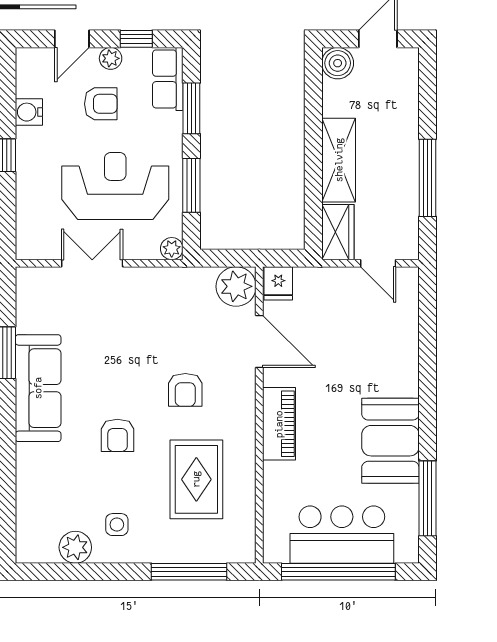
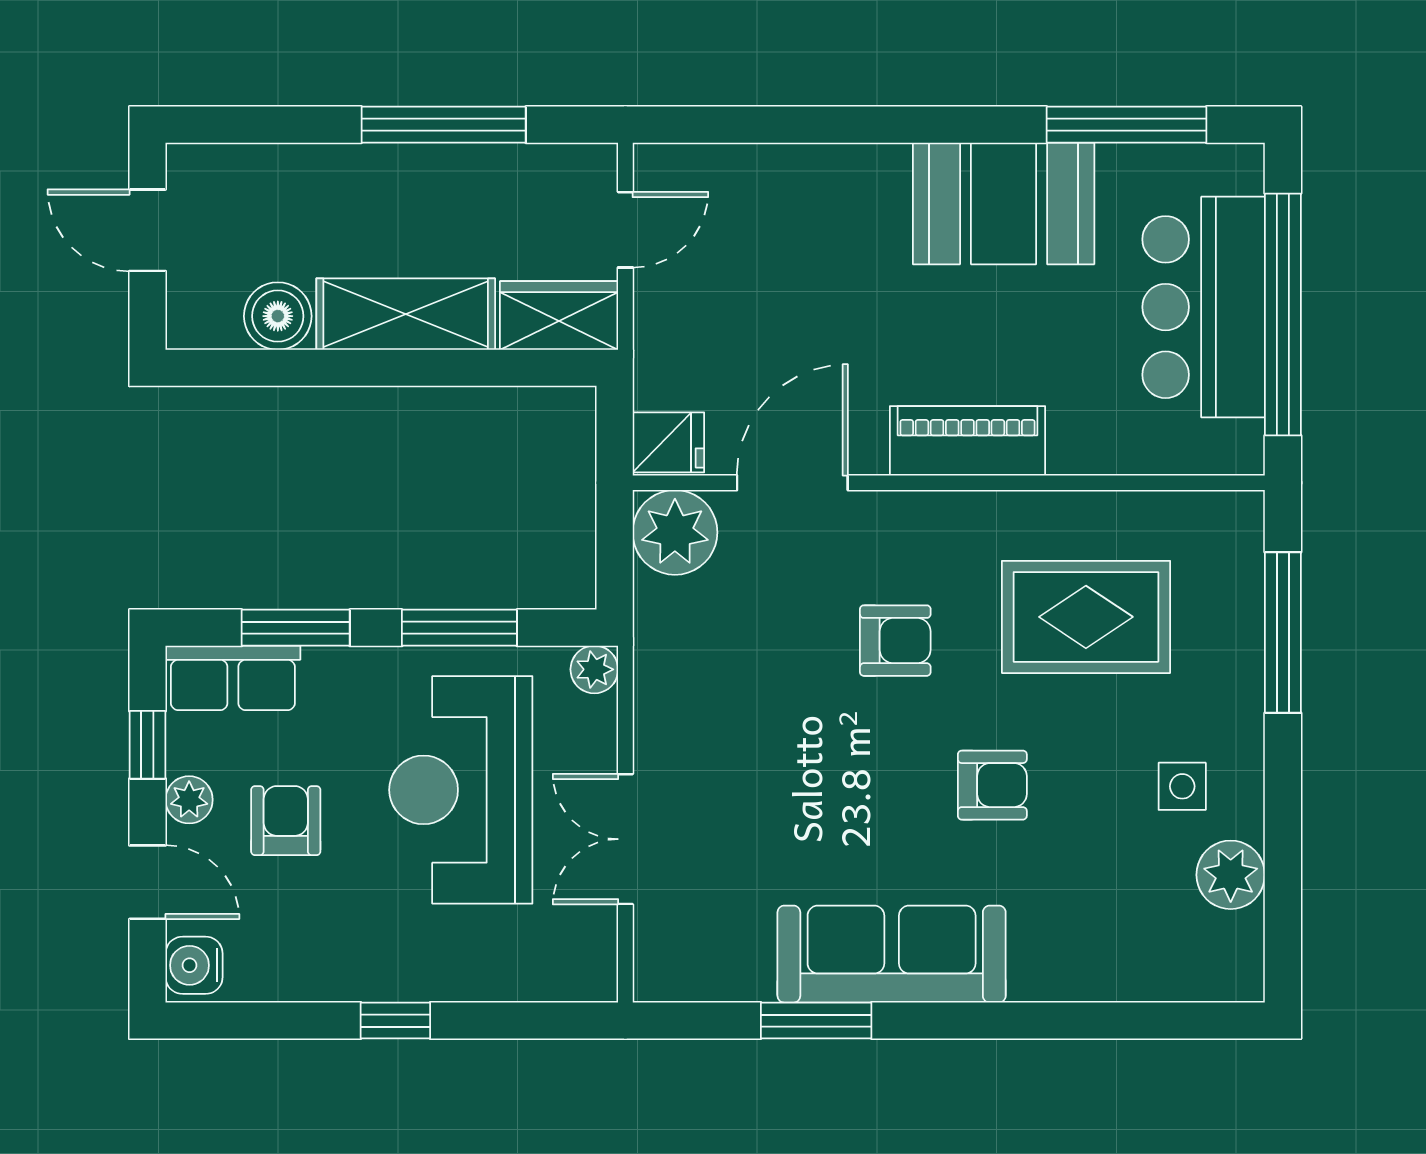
boiler: (338, 63) -> (278, 316), moved
water cooler: (29, 112) -> (194, 965), moved, turned 90

